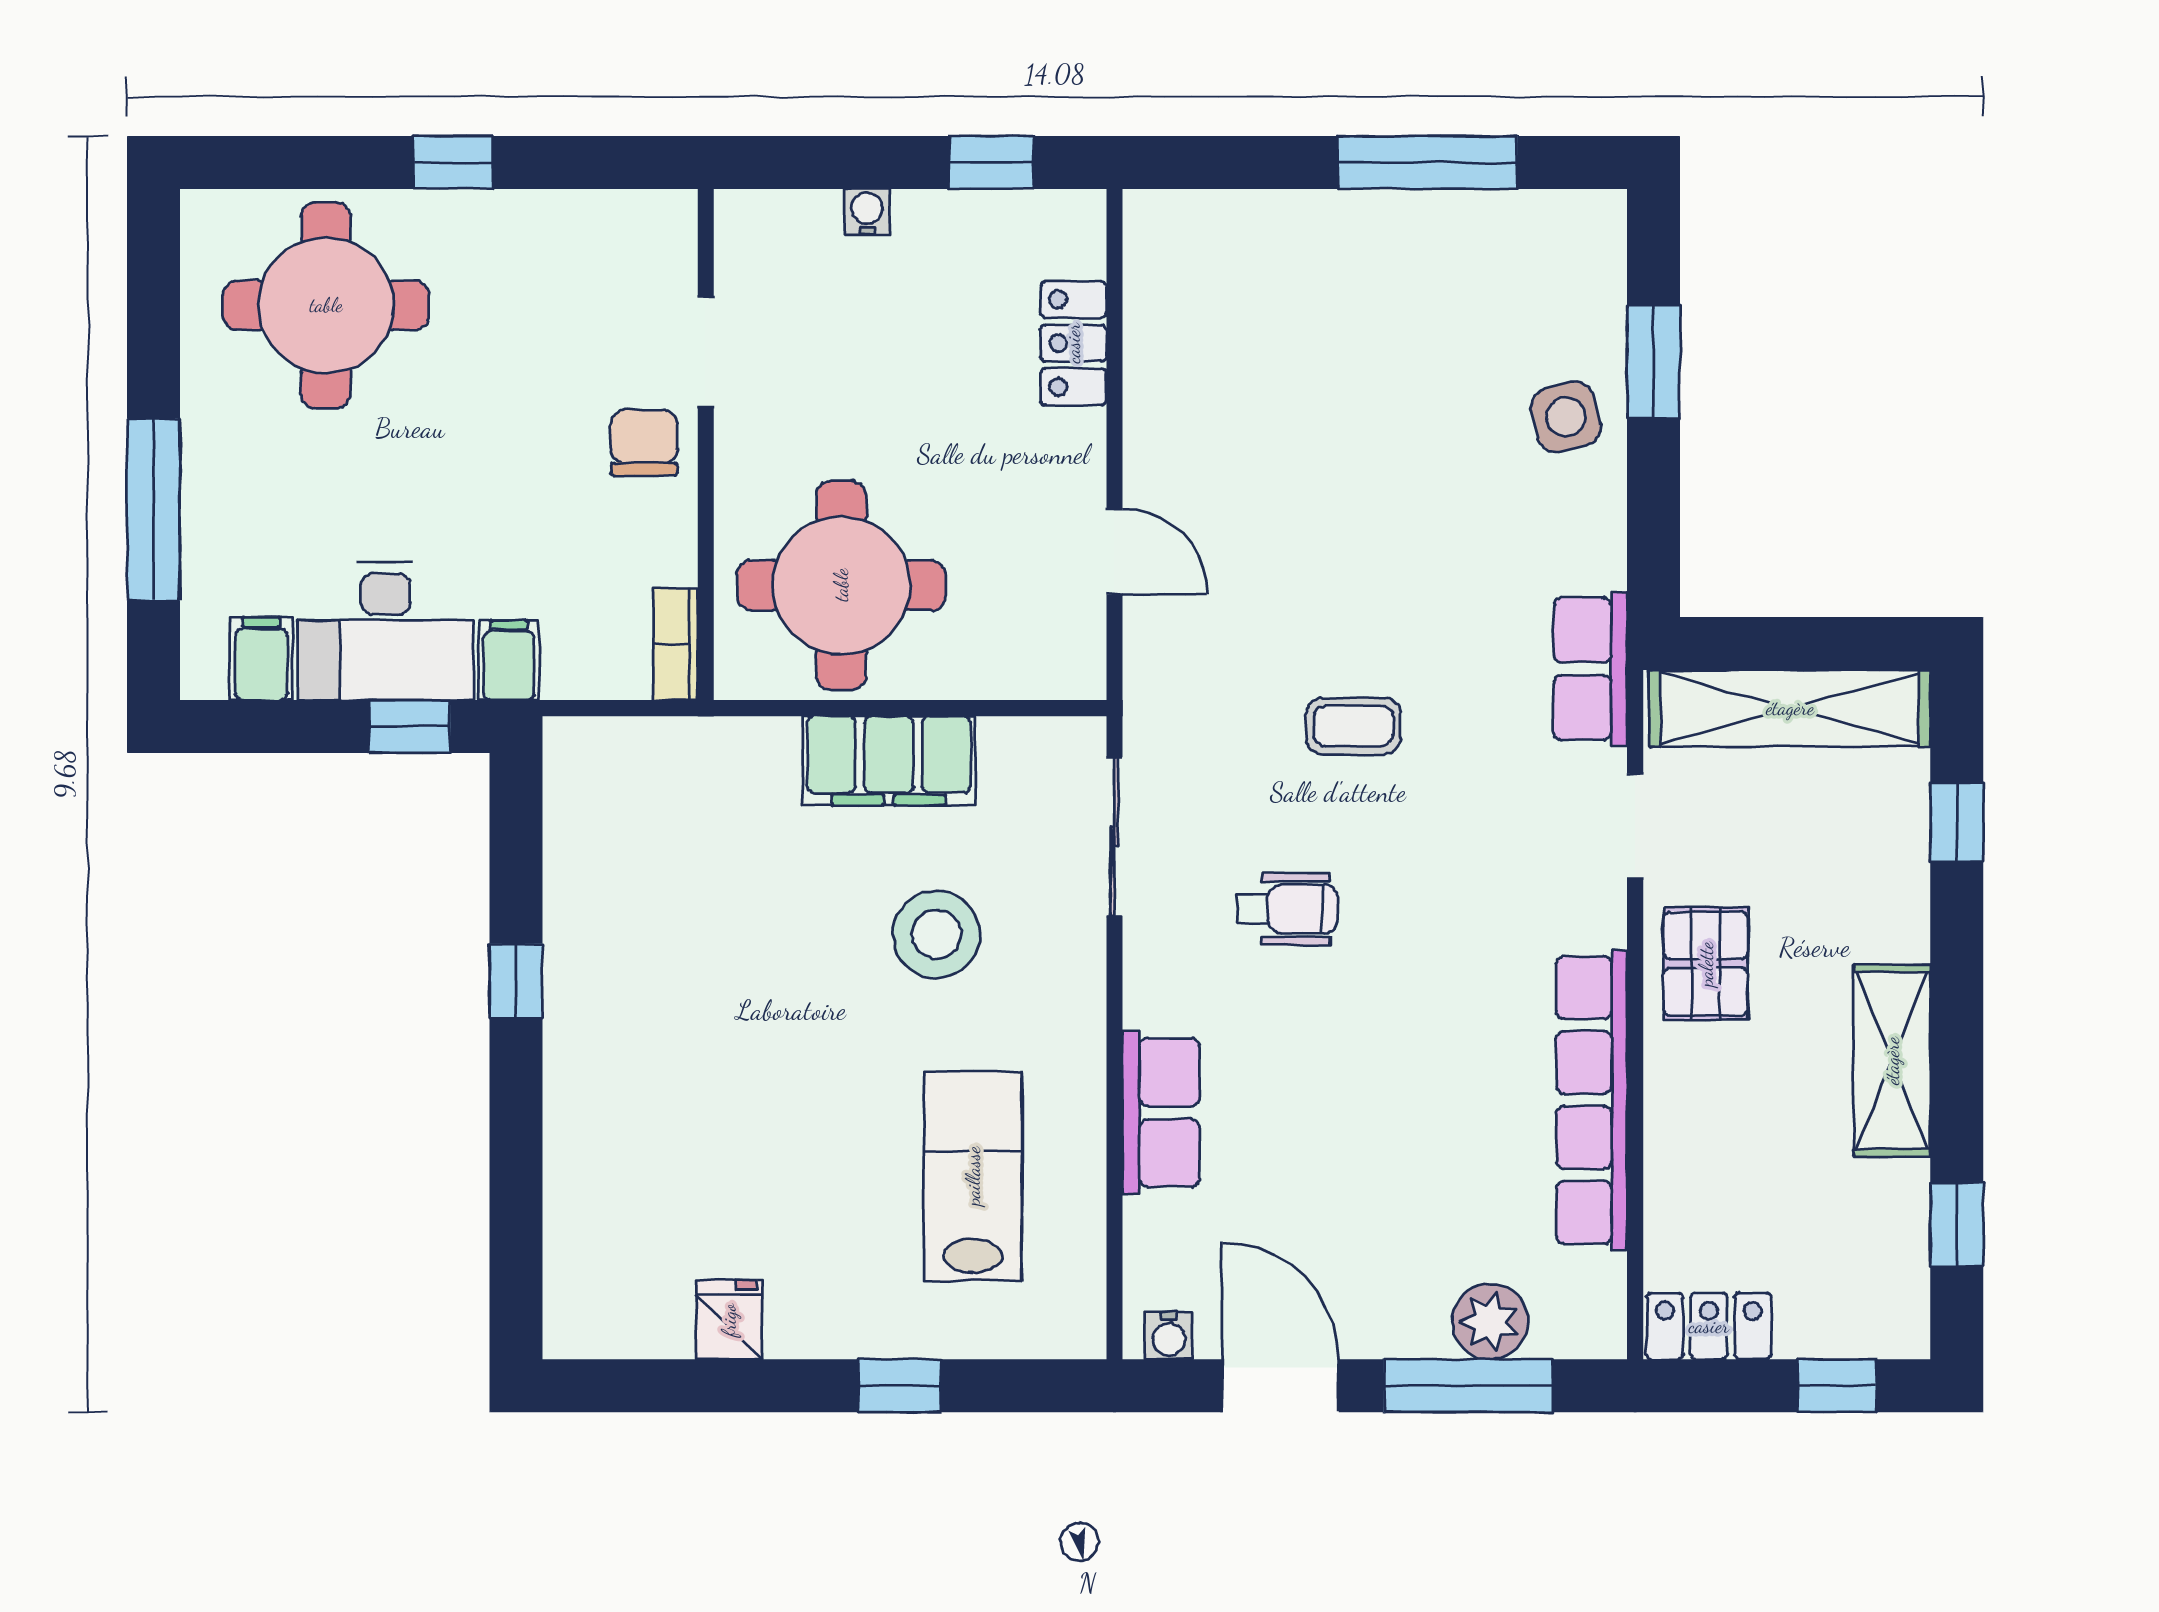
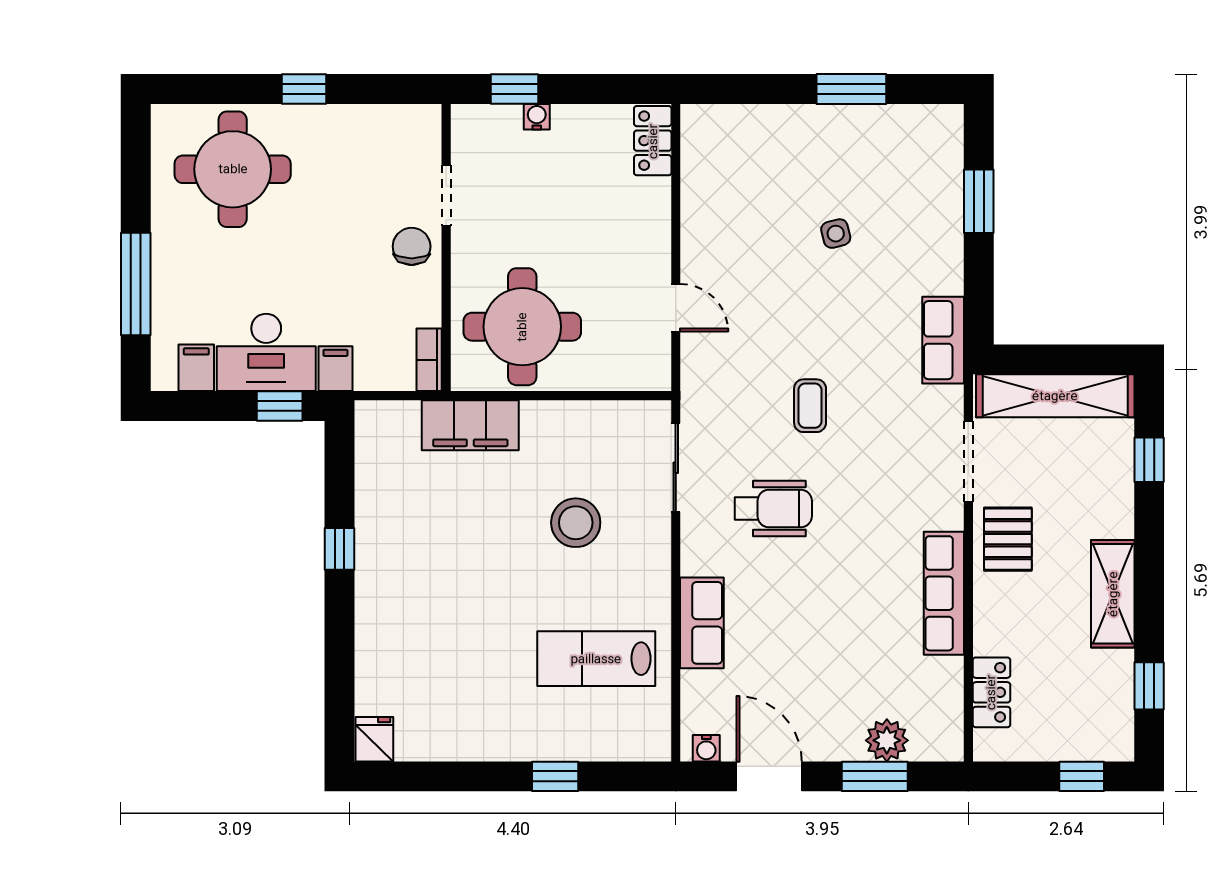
window: (992, 162) -> (515, 89), moved
window: (1427, 162) -> (851, 89), width x0.69
locker: (1073, 343) -> (653, 141), moved
side table: (1566, 417) -> (836, 234), moved, width x0.73, depth x0.73
row of seats: (1590, 669) -> (943, 340), moved
coffee table: (1353, 726) -> (810, 406), turned 90
filing cabinet: (889, 761) -> (470, 425), moved
doorway: (1635, 826) -> (968, 462), width x1.38
wheelchair: (1288, 909) -> (773, 508), width x1.36, depth x1.37
row of seats: (1592, 1100) -> (944, 593), width x0.73
lab bench: (973, 1176) -> (596, 659), turned -90
fridge: (729, 1320) -> (374, 739), moved
locker: (1709, 1326) -> (991, 692), moved, turned 90
window: (1468, 1386) -> (875, 776), width x0.69

